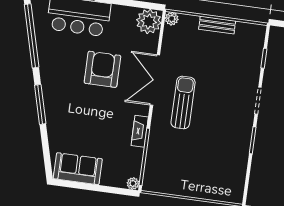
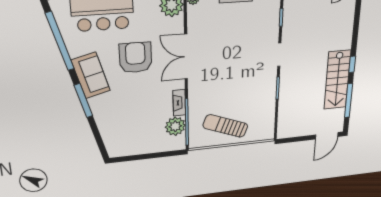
sun lounger: (183, 102) -> (225, 126), moved, turned -69
sofa: (78, 169) -> (91, 75), moved, turned 75
plant: (133, 183) -> (175, 126), moved, width x1.87, depth x1.87

